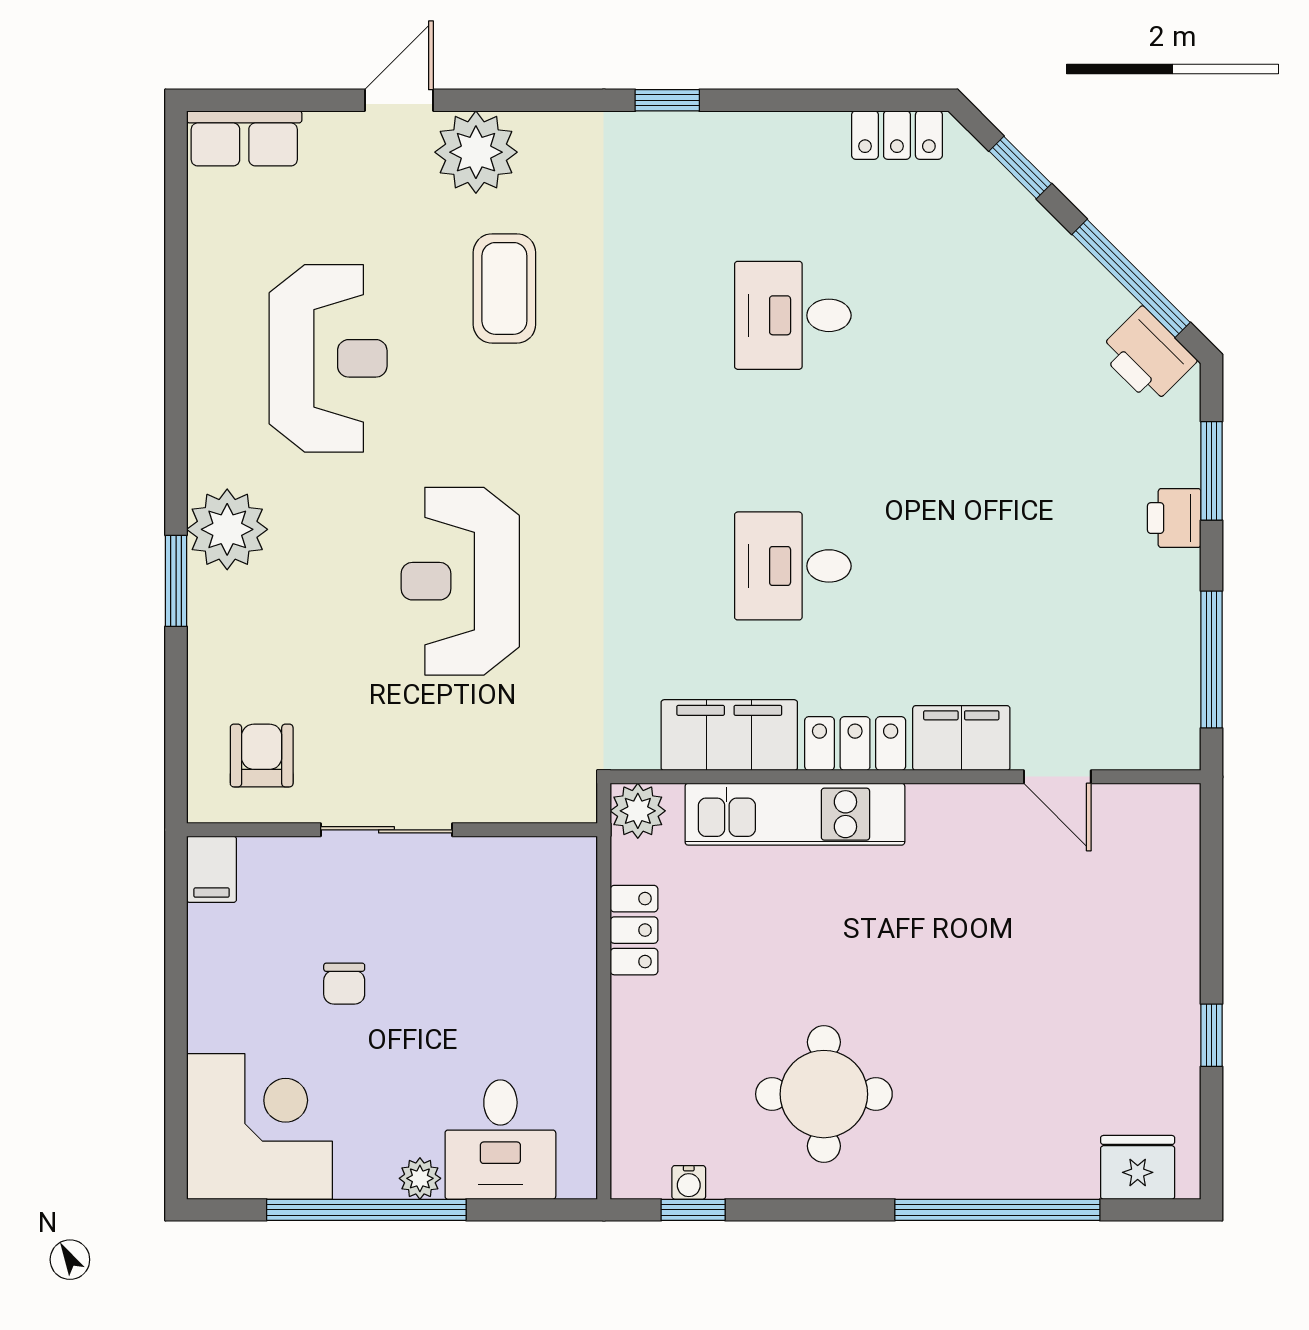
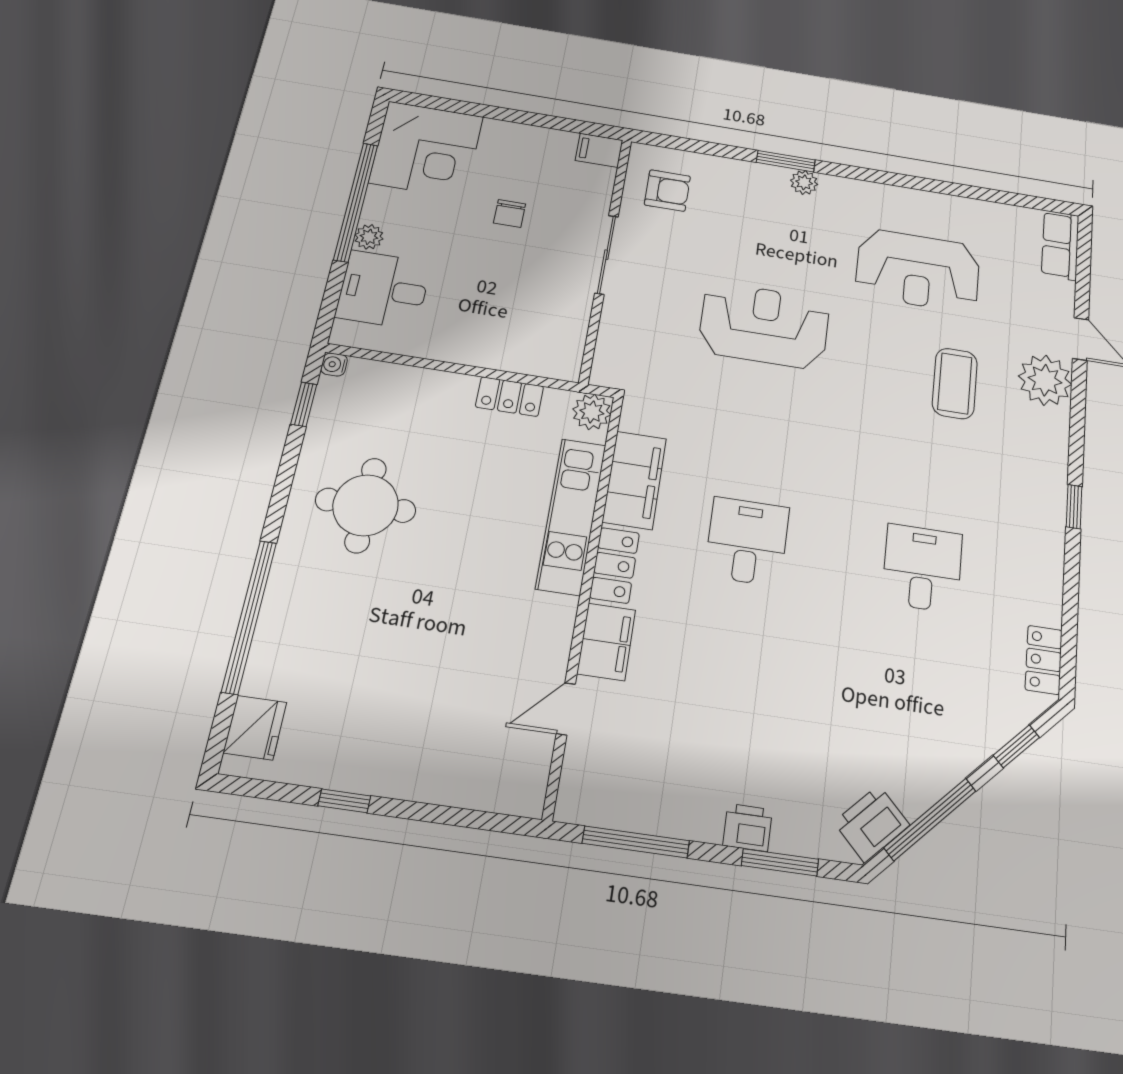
coffee table: (504, 288) -> (955, 383), turned 90
plant: (227, 529) -> (804, 182), width x0.53, depth x0.53
chair: (344, 984) -> (510, 213), turned -90
water cooler: (689, 1182) -> (334, 364), moved

